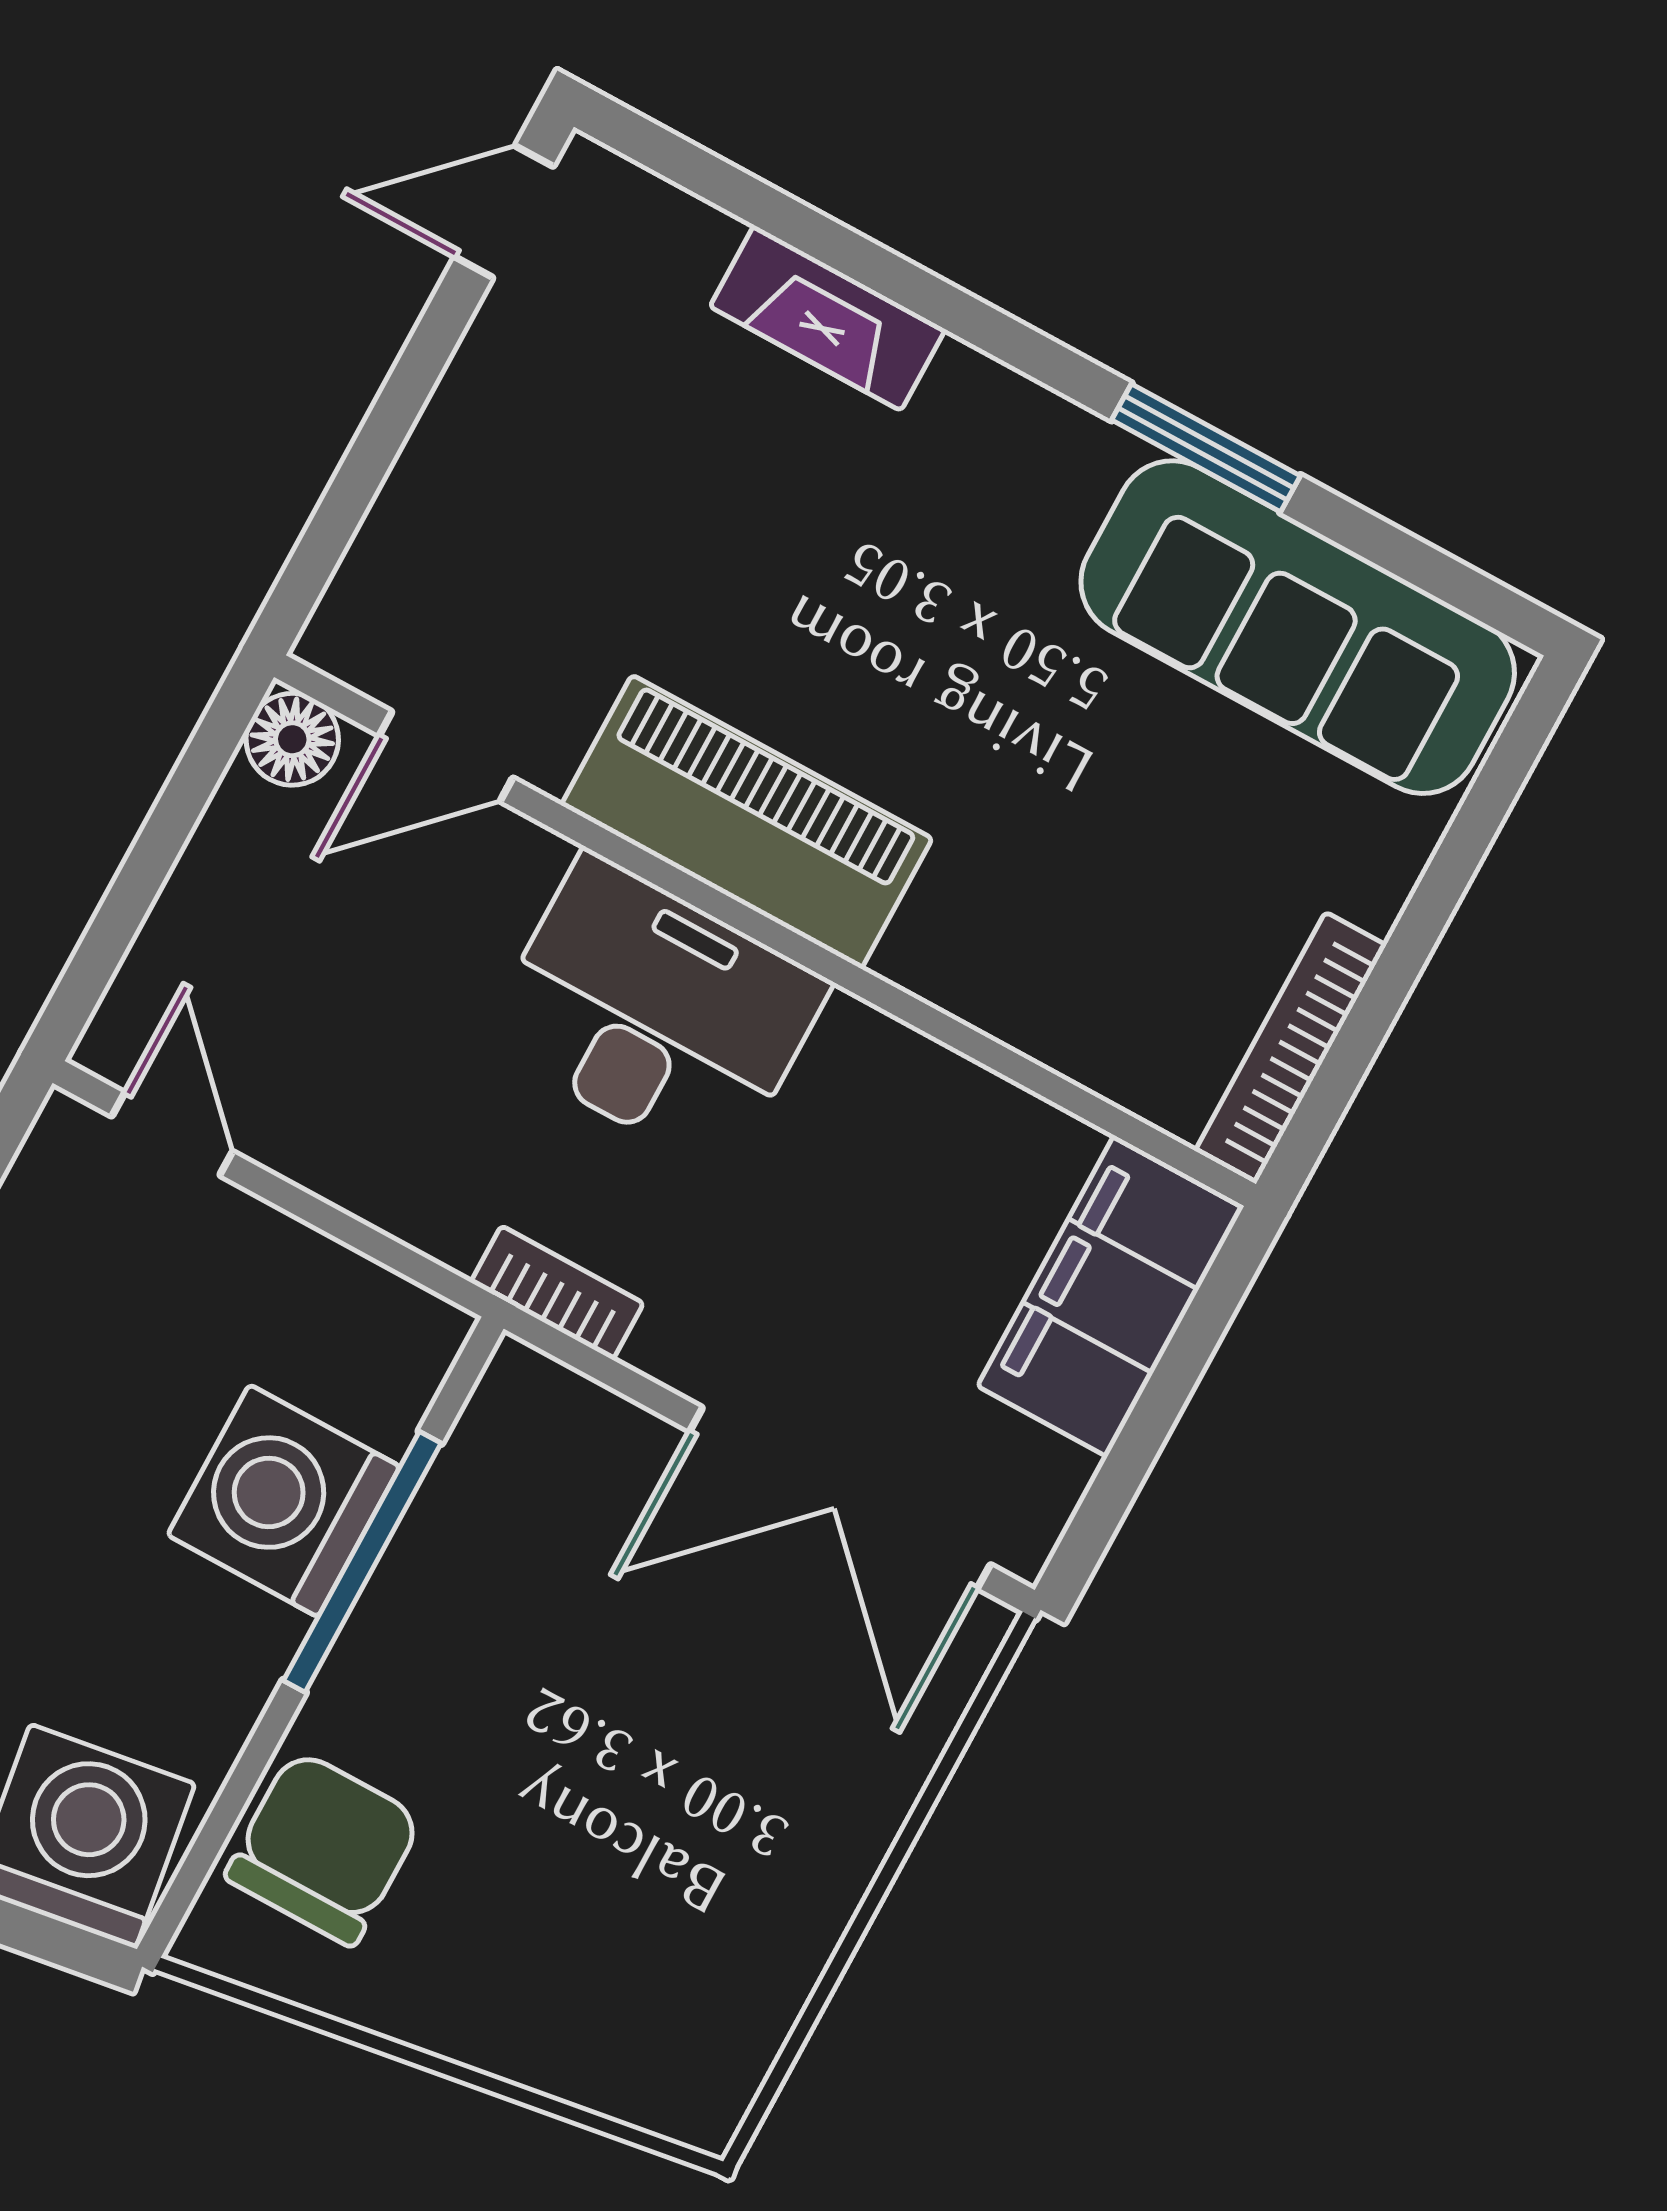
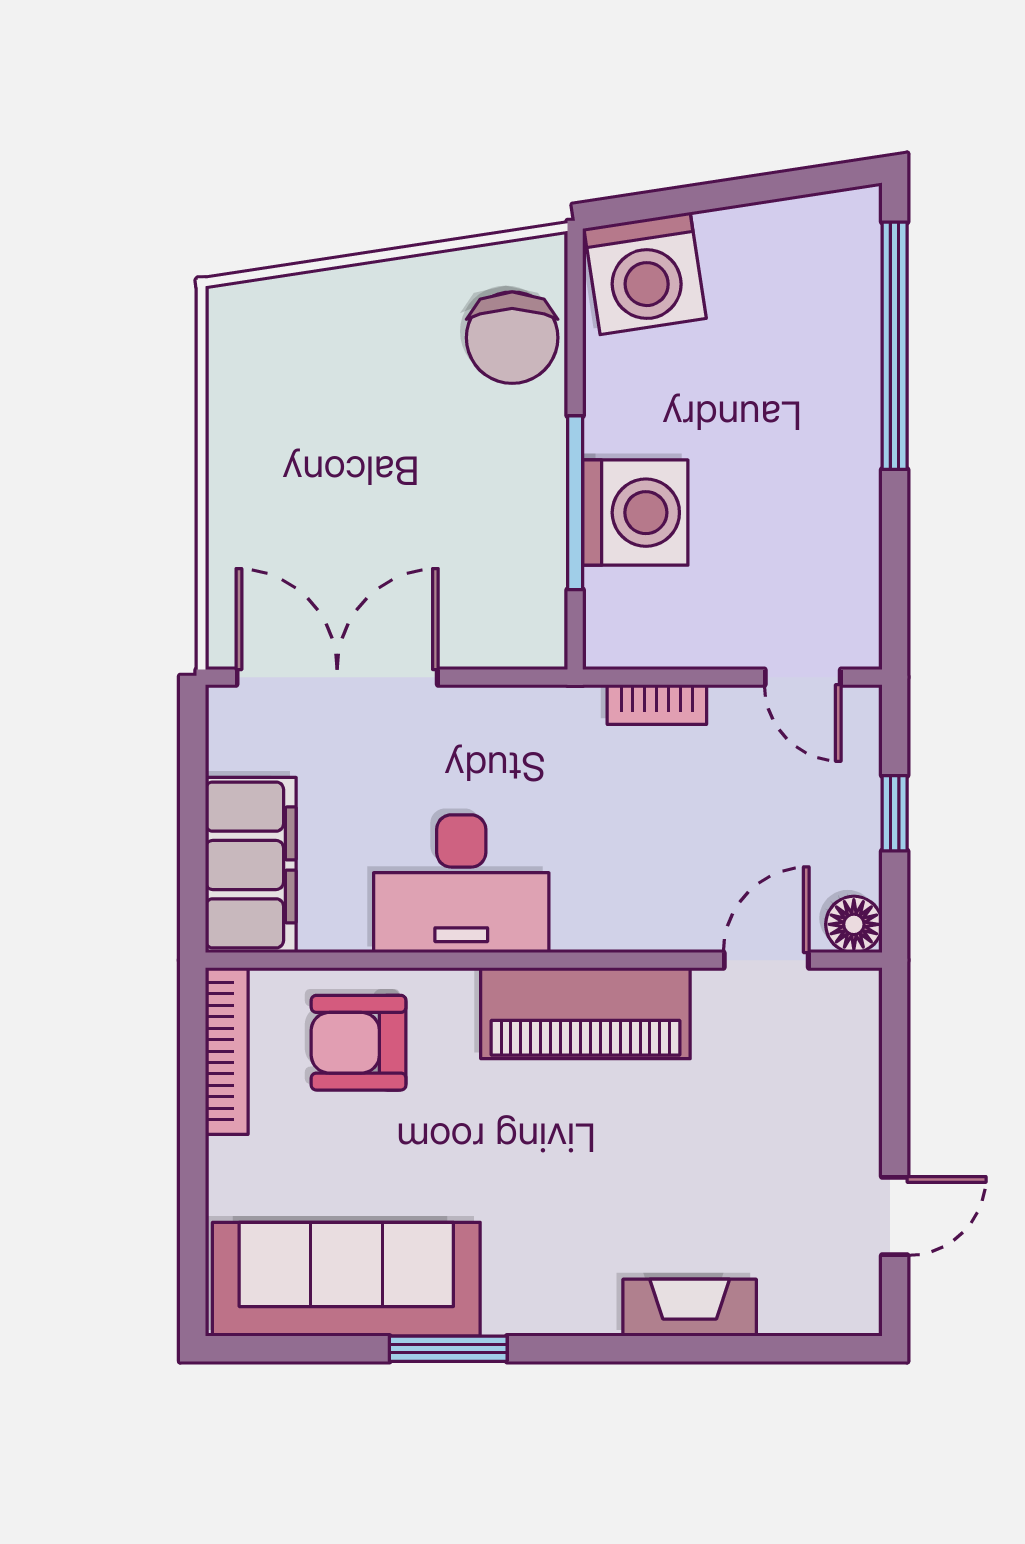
door: (504, 212) -> (895, 1216), moved
window: (147, 867) -> (895, 813), added
armchair: (1095, 957) -> (359, 1043), added
desk: (655, 1013) -> (461, 884), moved
bookcase: (557, 1293) -> (657, 705), moved

